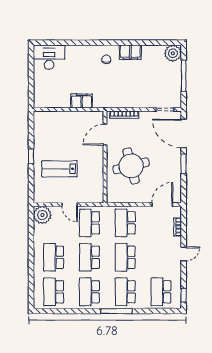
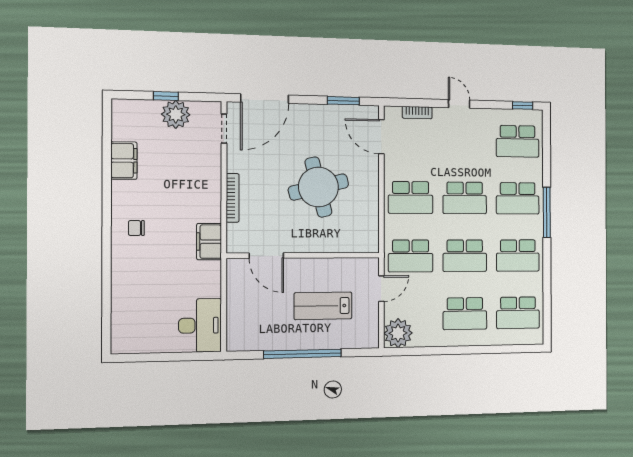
filing cabinet: (130, 52) -> (124, 161), moved
plant: (173, 53) -> (176, 114), moved
desk: (49, 57) -> (200, 325), moved, turned 180
window: (184, 76) -> (166, 96), width x0.46
filing cabinet: (82, 101) -> (209, 242), moved
door: (105, 135) -> (266, 256), moved
window: (31, 156) -> (303, 354), width x3.17
wall: (105, 157) -> (304, 255), moved
window: (184, 164) -> (343, 101), moved
lab bench: (60, 169) -> (323, 306), turned 90

